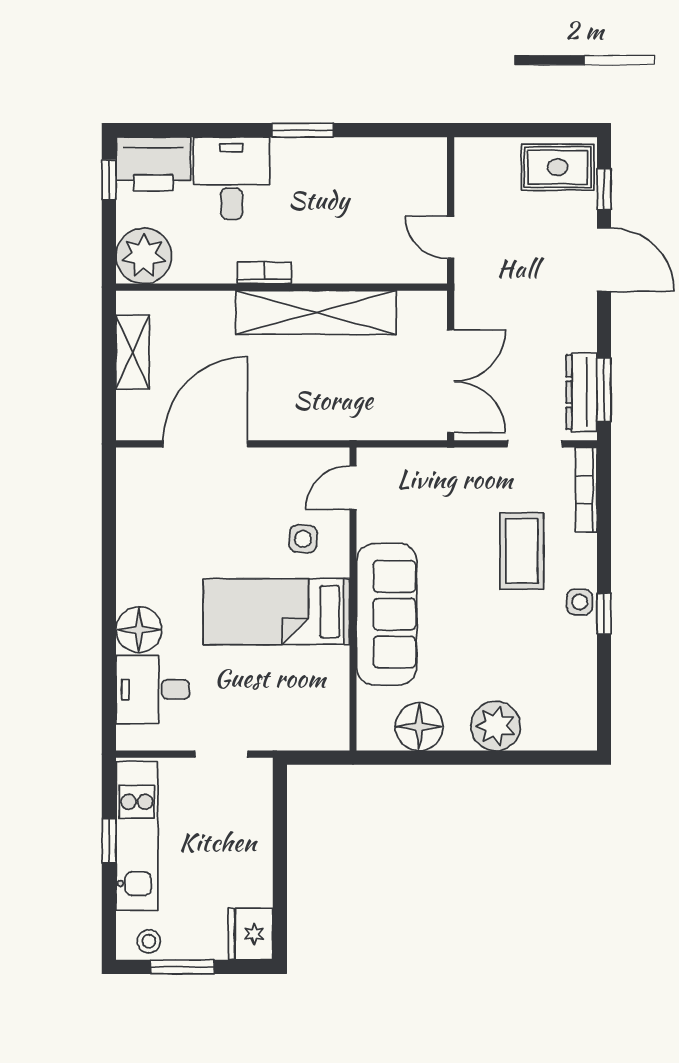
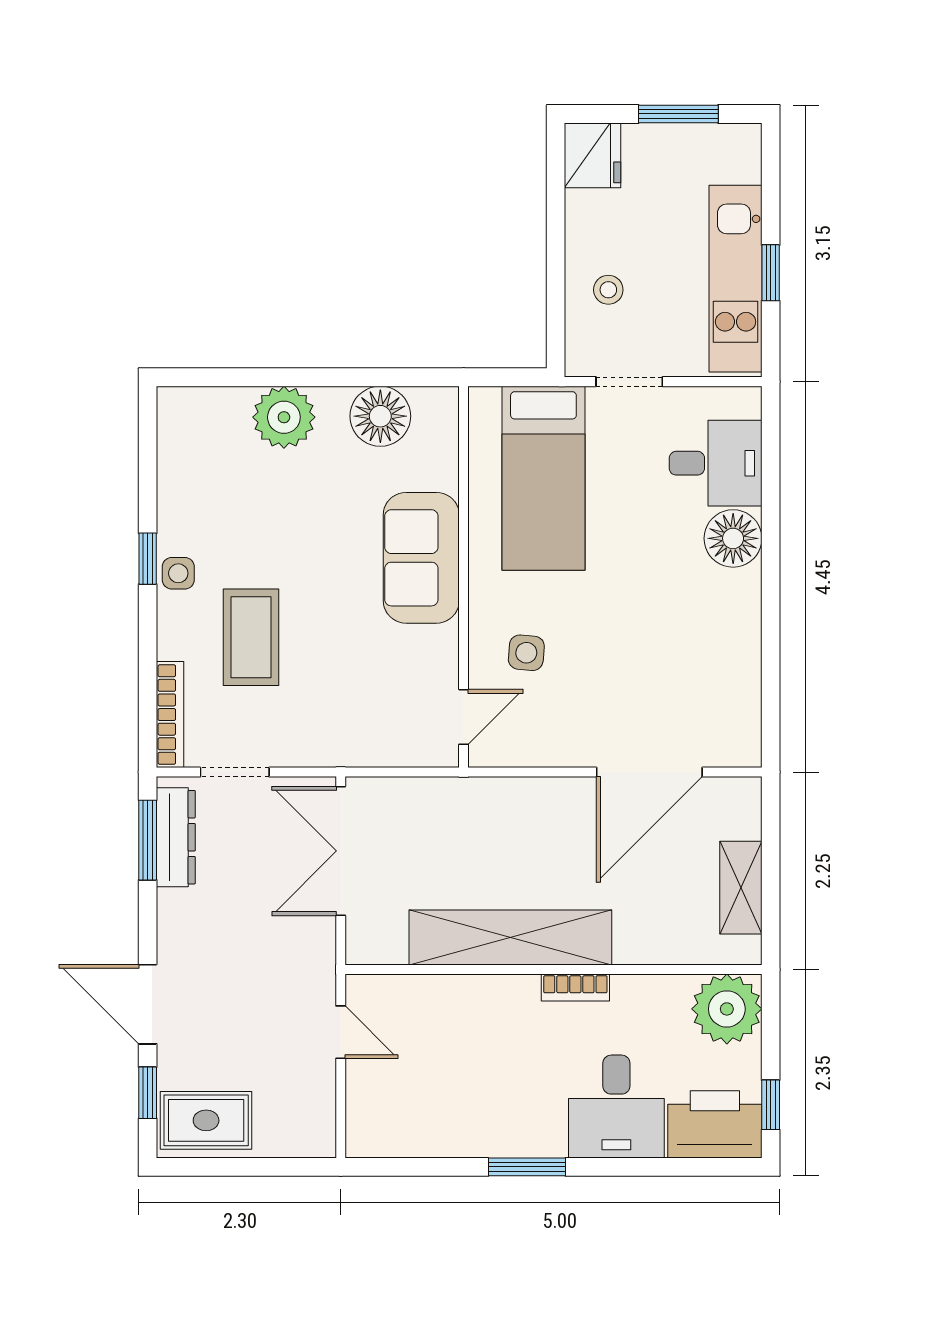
bed: (276, 612) -> (543, 478), moved, turned 90
sofa: (387, 614) -> (421, 558), width x0.73
stool: (149, 941) -> (608, 290), moved

